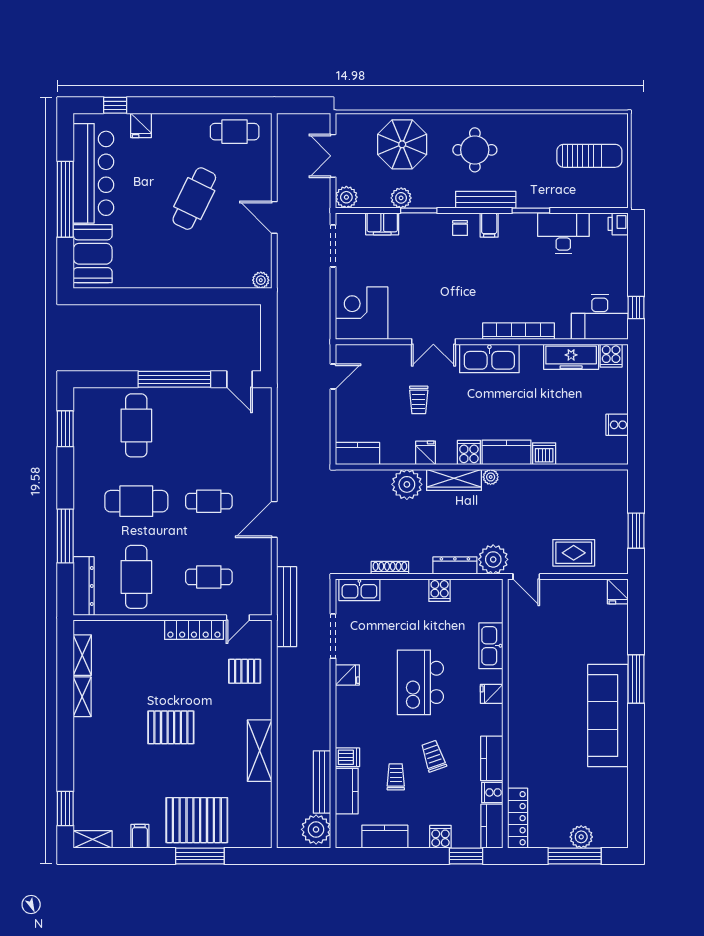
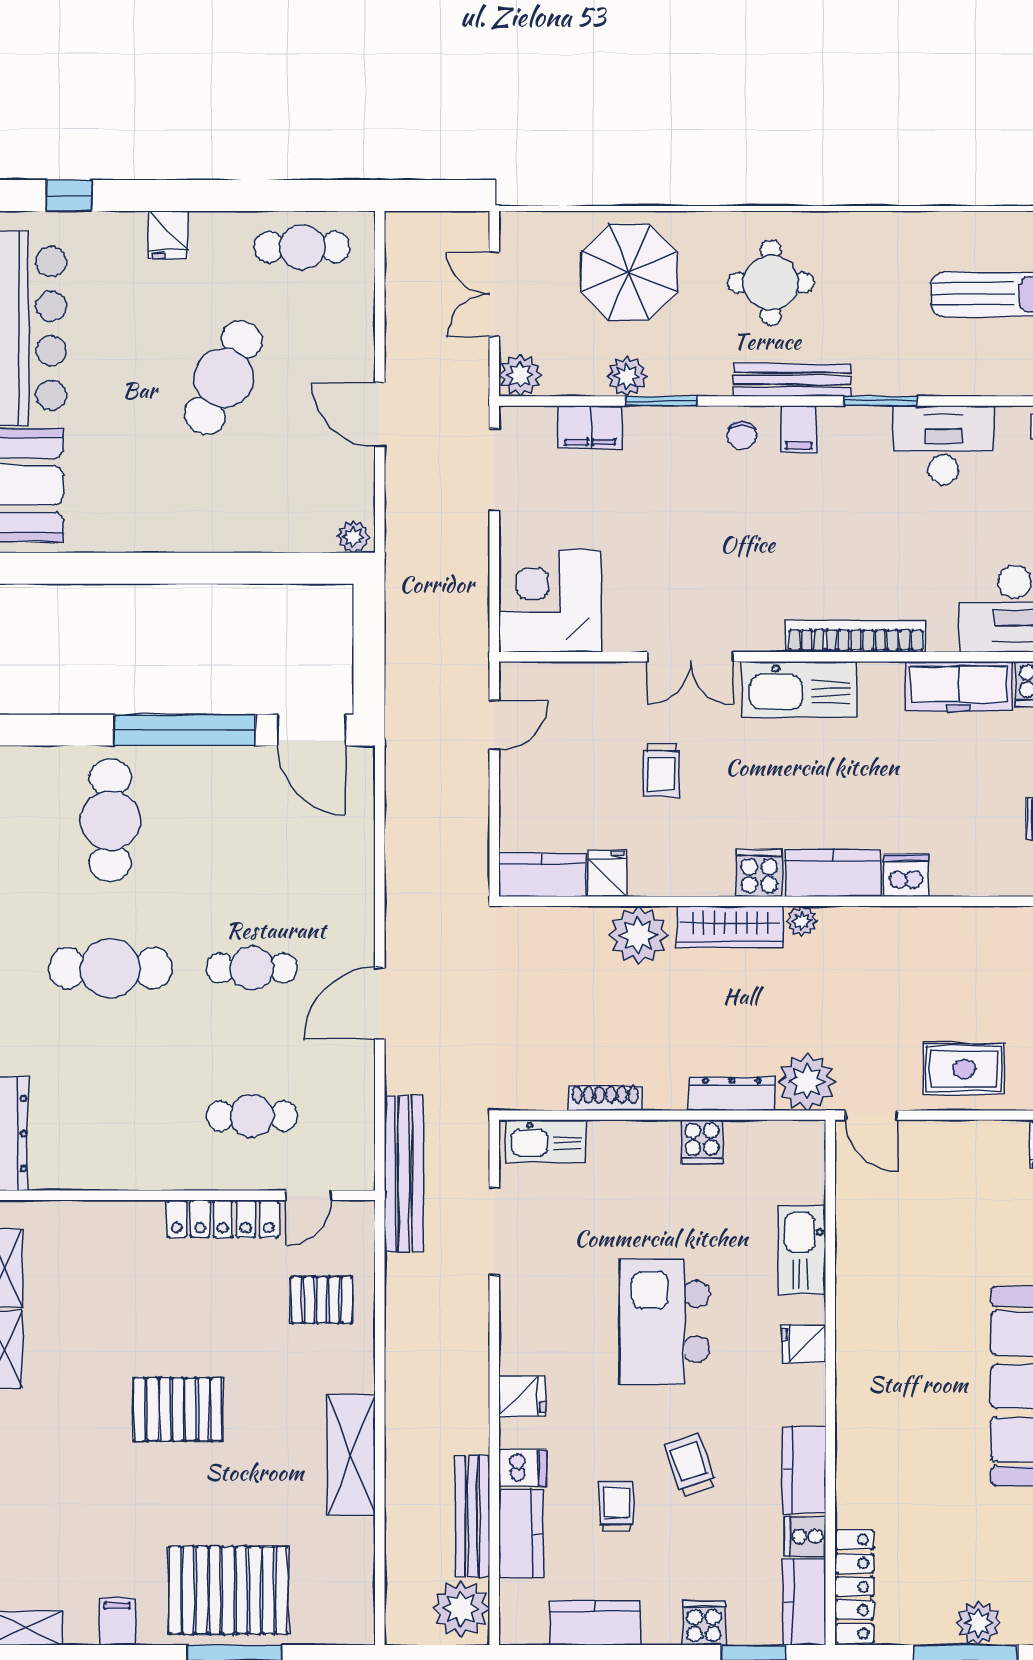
fridge: (141, 125) -> (169, 235), moved
door: (239, 379) -> (312, 730), width x1.38
fridge: (426, 453) -> (608, 874), moved
cafe table: (136, 577) -> (110, 1116), removed
fridge: (347, 675) -> (522, 1396), moved

